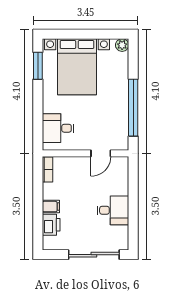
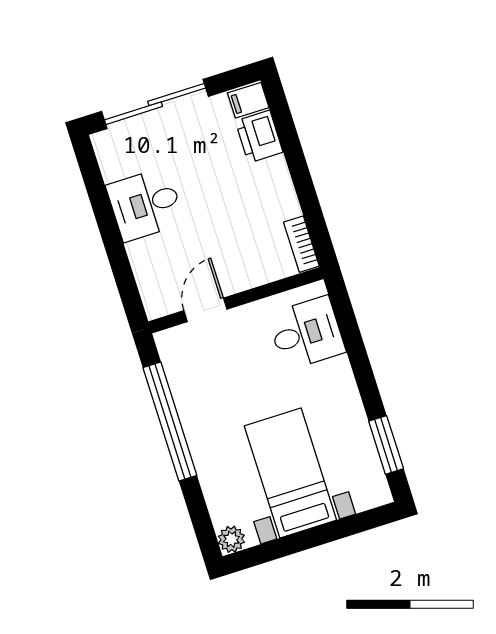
bed with nightstands: (77, 67) -> (290, 473), width x0.73
filing cabinet: (51, 207) -> (248, 100), moved

